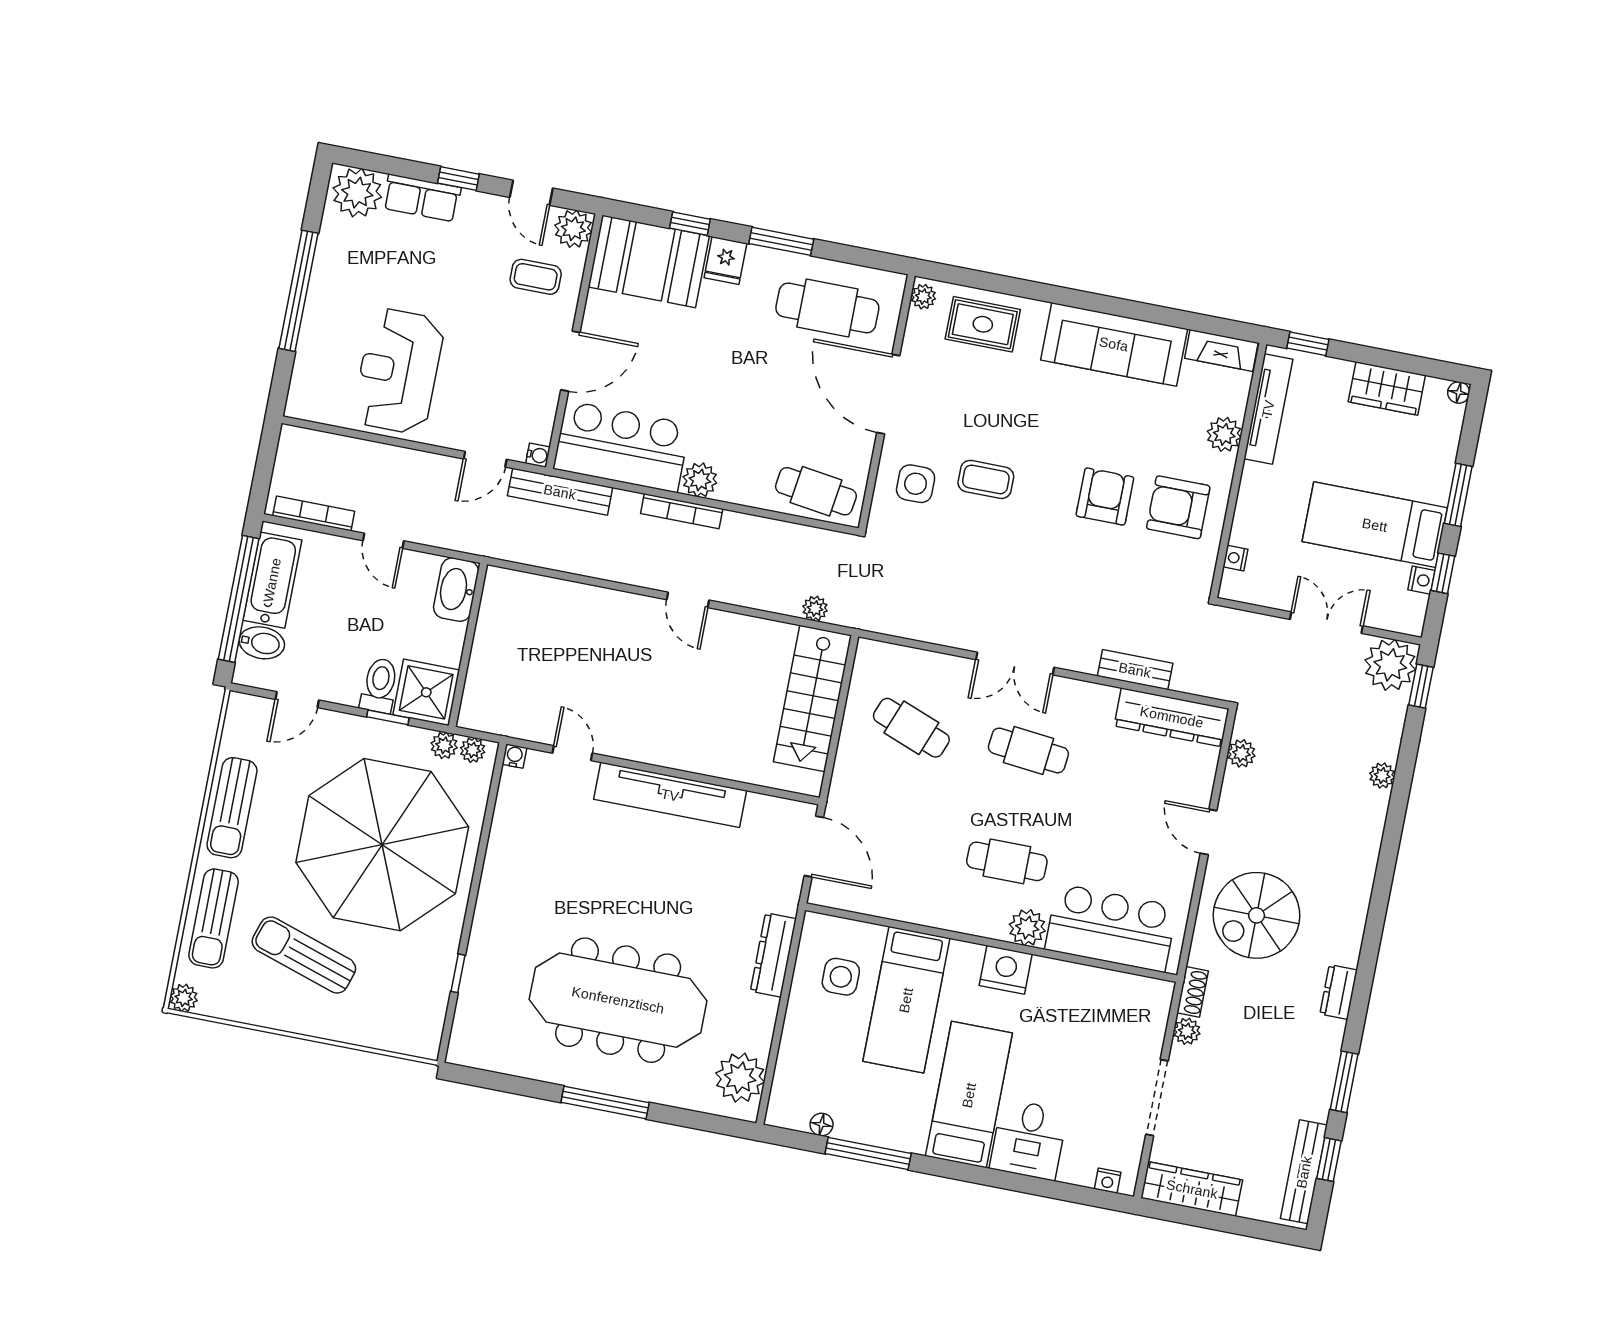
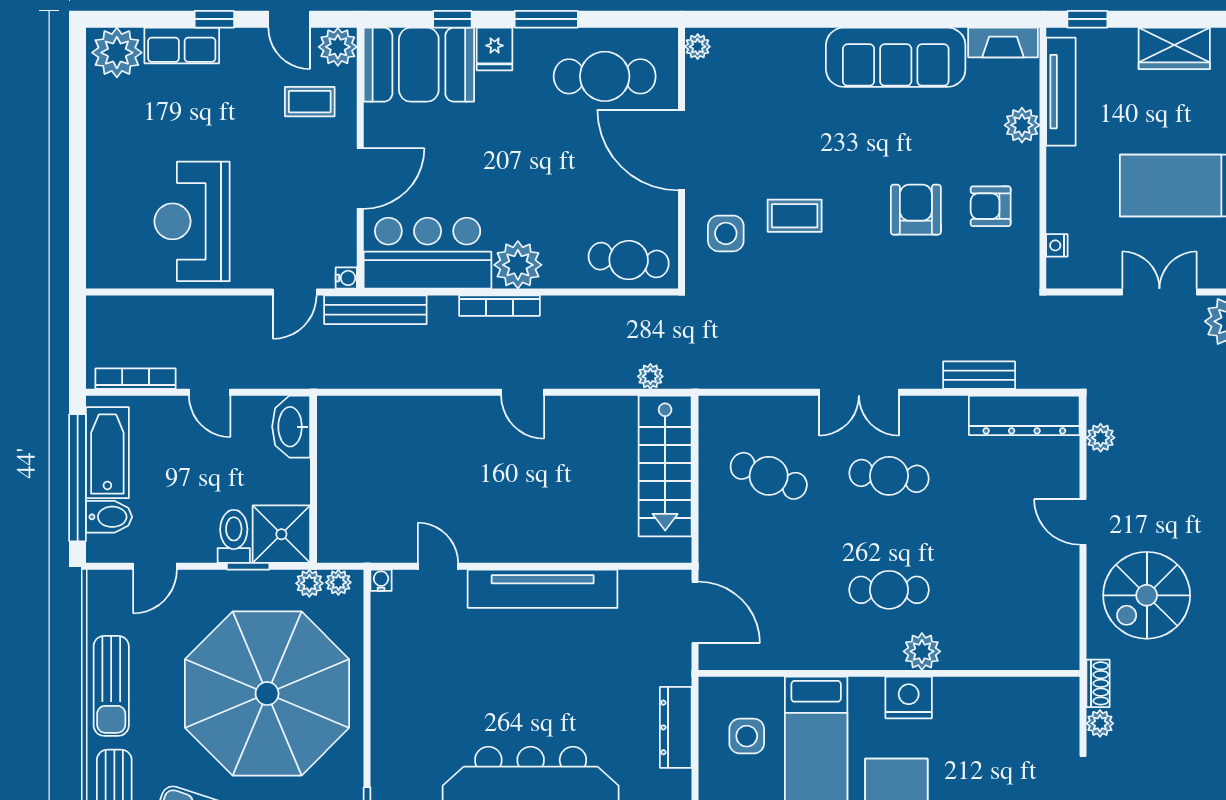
window: (299, 291) -> (78, 161), removed
rug: (983, 324) -> (762, 63), removed
plant: (700, 480) -> (518, 265), width x1.36, depth x1.36
armchair: (1178, 507) -> (991, 206), width x0.72, depth x0.72
bar counter: (1111, 928) -> (1005, 636), removed

